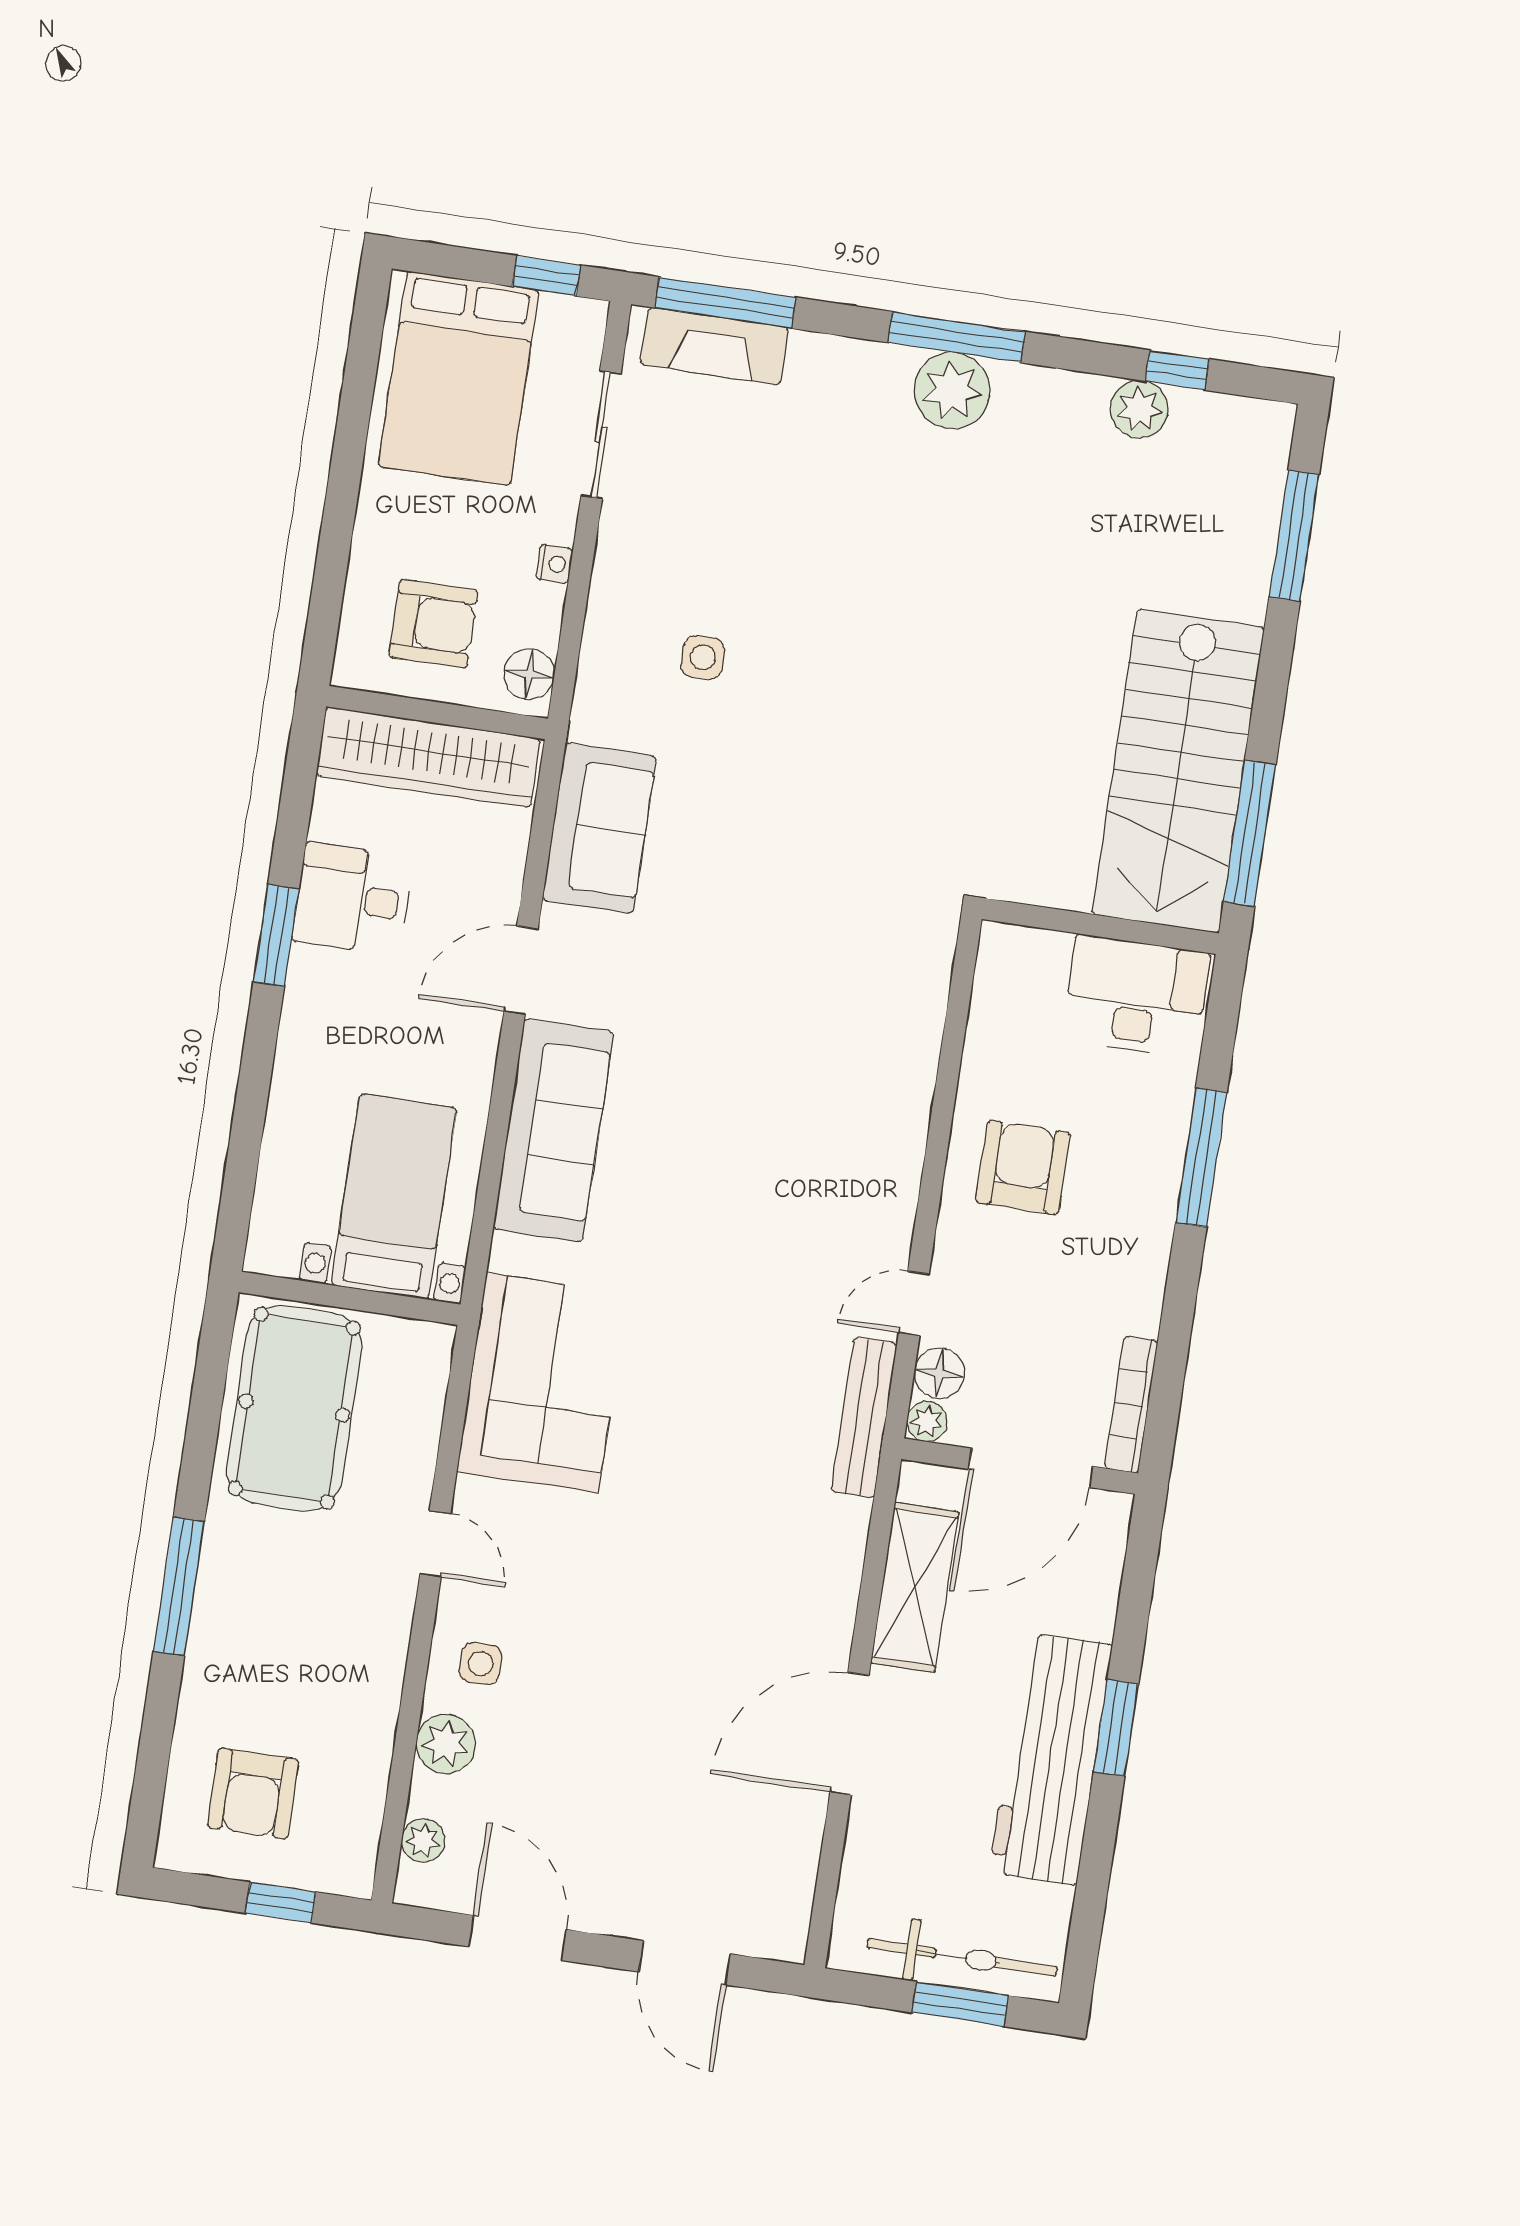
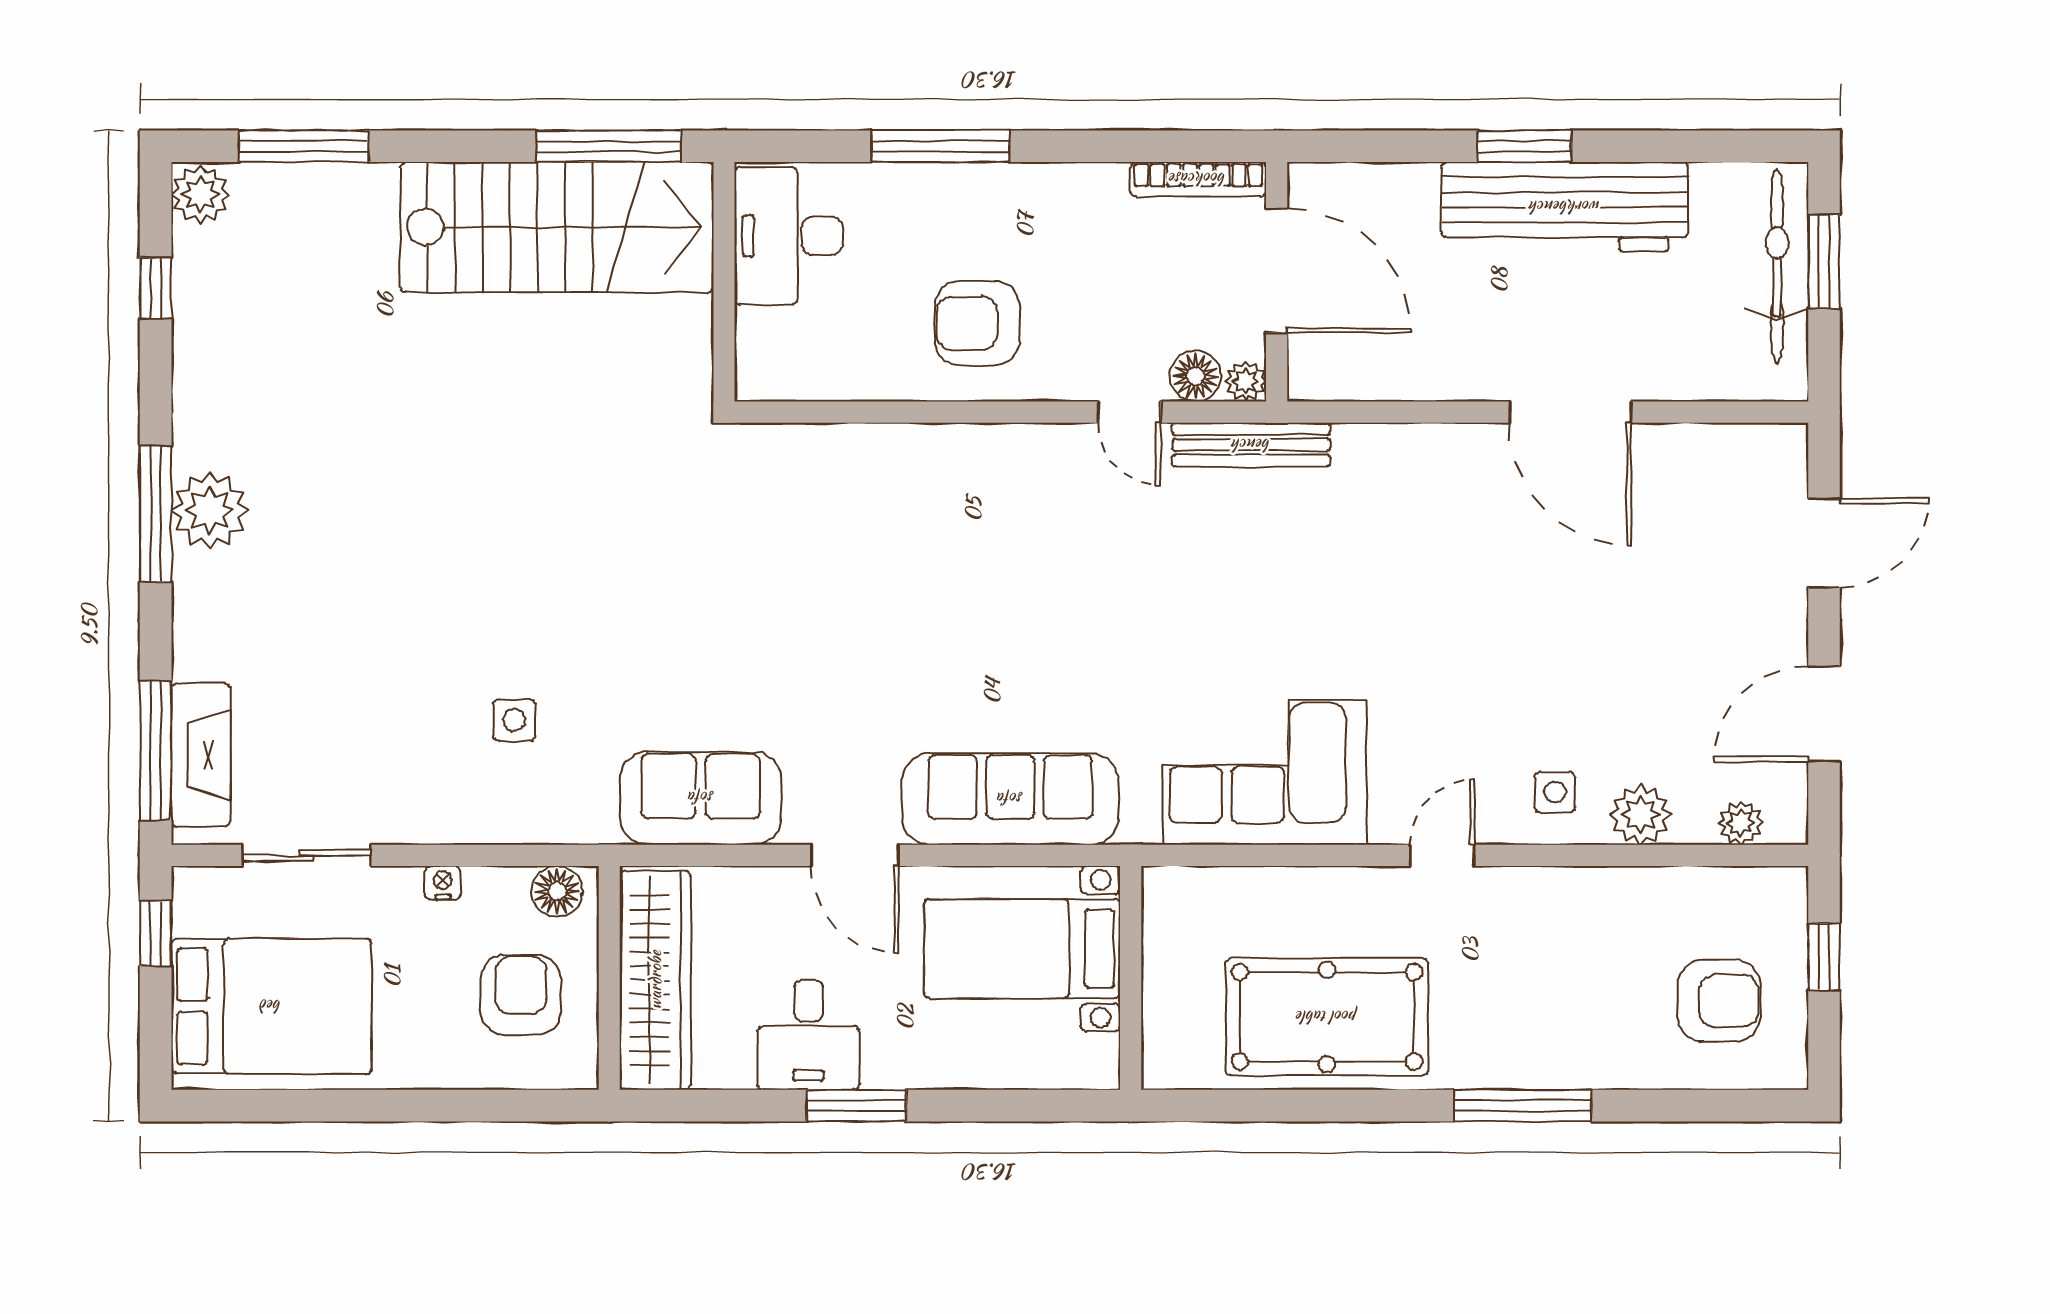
plant: (1139, 409) -> (200, 194), moved
bed with nightstands: (394, 1197) -> (1022, 949), moved
wall: (350, 1298) -> (1131, 978), moved
shelving: (915, 1587) -> (1414, 369), removed

